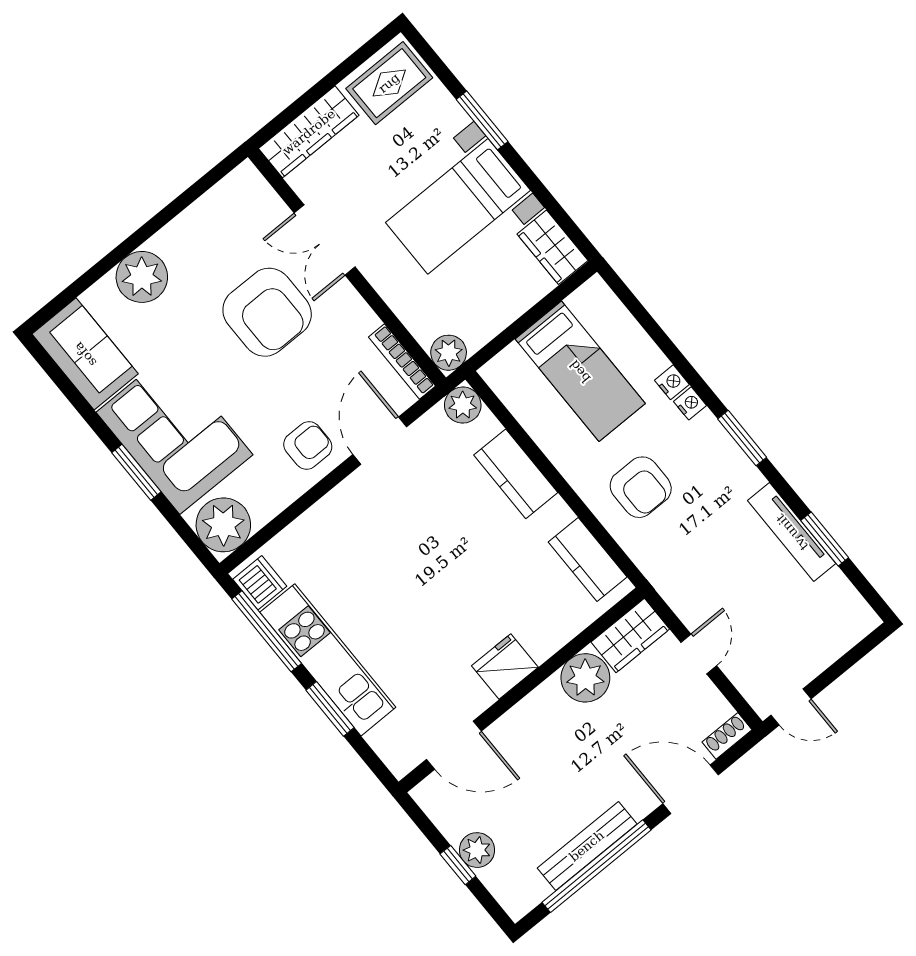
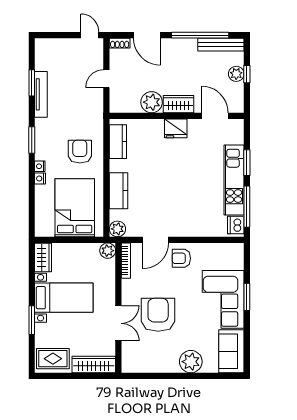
bed: (580, 371) -> (75, 208), width x1.50
plant: (223, 525) -> (232, 255), removed
wardrobe: (630, 636) -> (179, 104), moved
bench: (587, 846) -> (221, 45), moved

